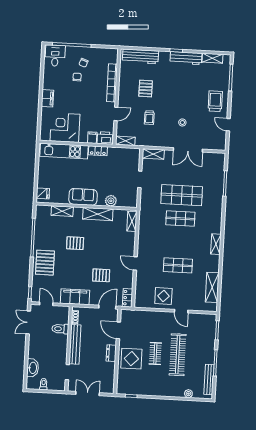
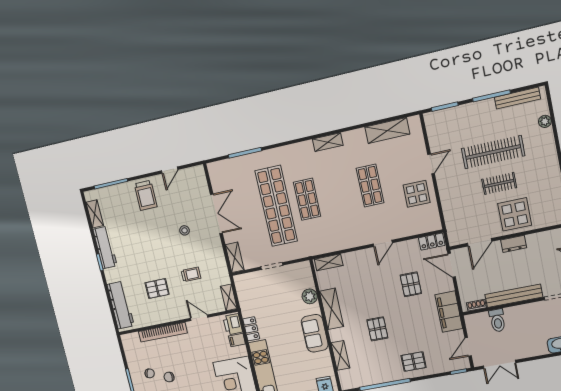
trolley: (215, 101) -> (146, 195), turned -90
shop shelf: (182, 195) -> (276, 206), width x1.40
pallet: (45, 263) -> (414, 361), width x0.67, depth x0.71

